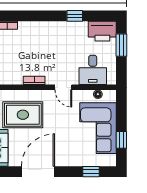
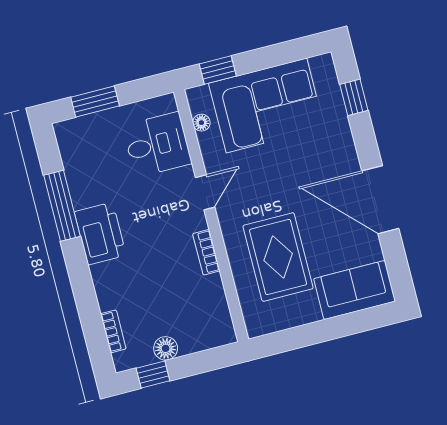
window: (75, 16) -> (62, 206), width x2.17
printer: (102, 31) -> (100, 234), moved
window: (121, 140) -> (218, 70), moved

